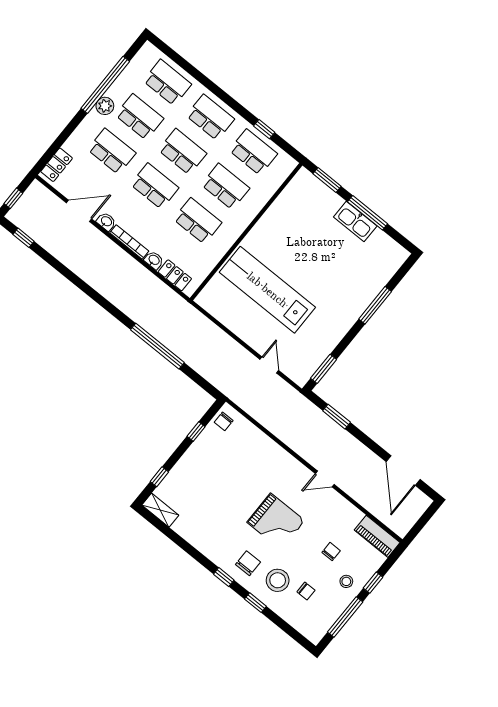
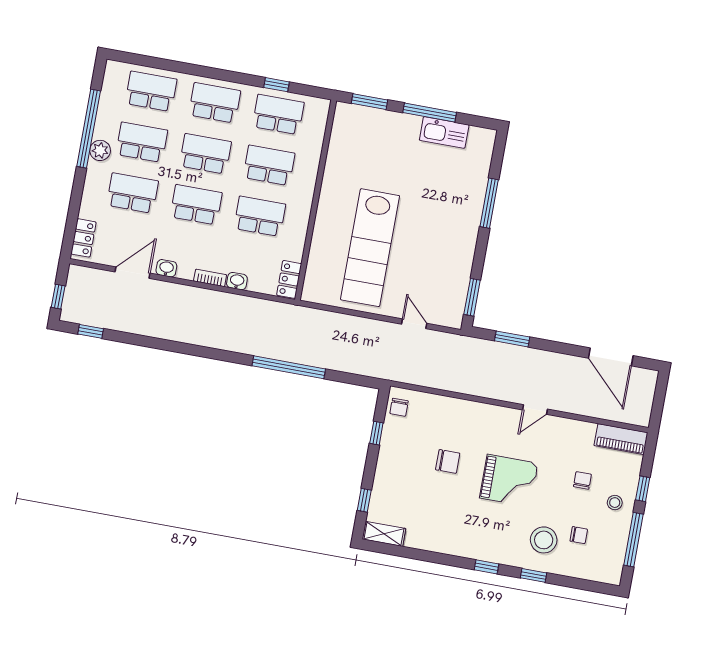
kitchen sink: (355, 221) -> (444, 132), moved
bookcase: (129, 242) -> (210, 278), width x0.64
locker: (175, 275) -> (289, 279), moved, turned -90
lab bench: (267, 290) -> (370, 248), turned -90
chair: (248, 563) -> (448, 461), moved, turned 90

